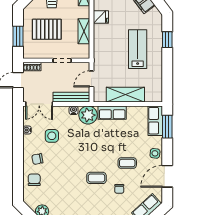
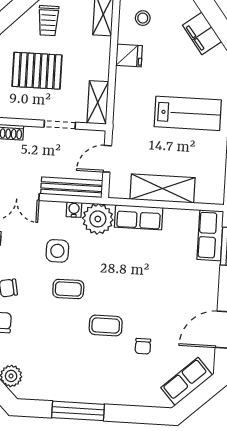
shelving: (84, 31) -> (98, 102), moved
lab bench: (138, 49) -> (188, 113), turned 90
side table: (52, 136) -> (57, 251), moved
side table: (155, 153) -> (206, 290), removed
coffee table: (127, 163) -> (68, 289), moved

